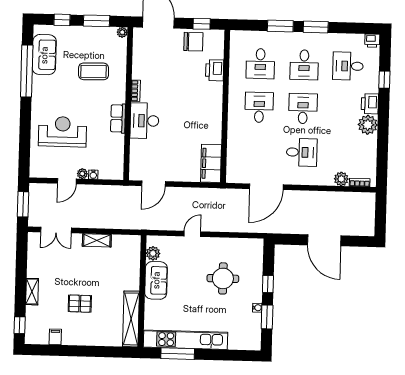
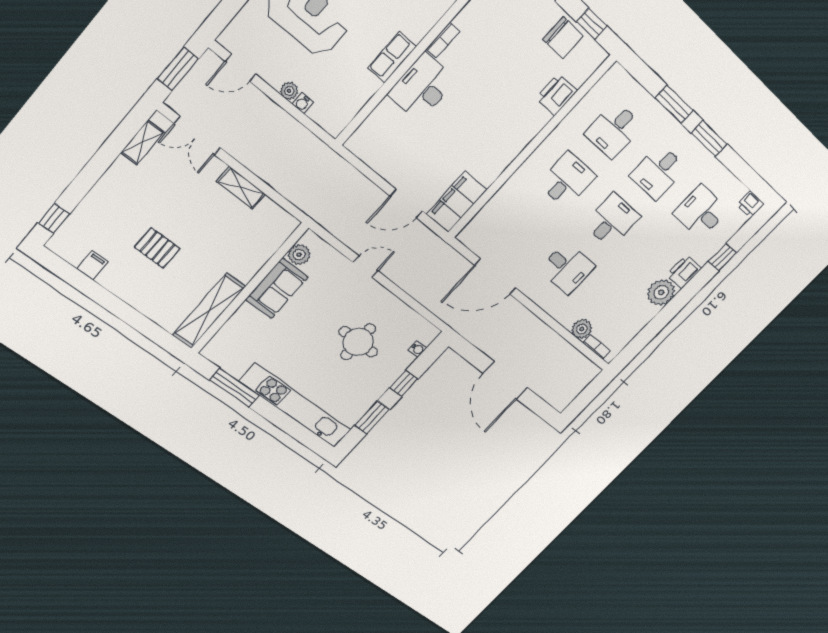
door: (67, 181) -> (241, 68), moved
door: (153, 184) -> (406, 204), moved
shelving: (32, 292) -> (142, 142), moved
water cooler: (257, 308) -> (418, 349), moved
kitchen unit: (185, 340) -> (296, 406), moved

